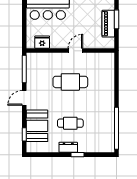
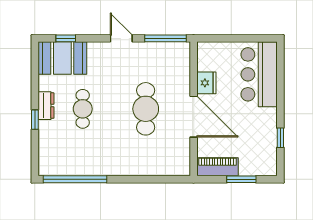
piano: (108, 24) -> (217, 167), moved
fridge: (42, 42) -> (206, 83), moved
door: (75, 51) -> (194, 117), width x1.88
booth: (37, 126) -> (62, 58), moved

